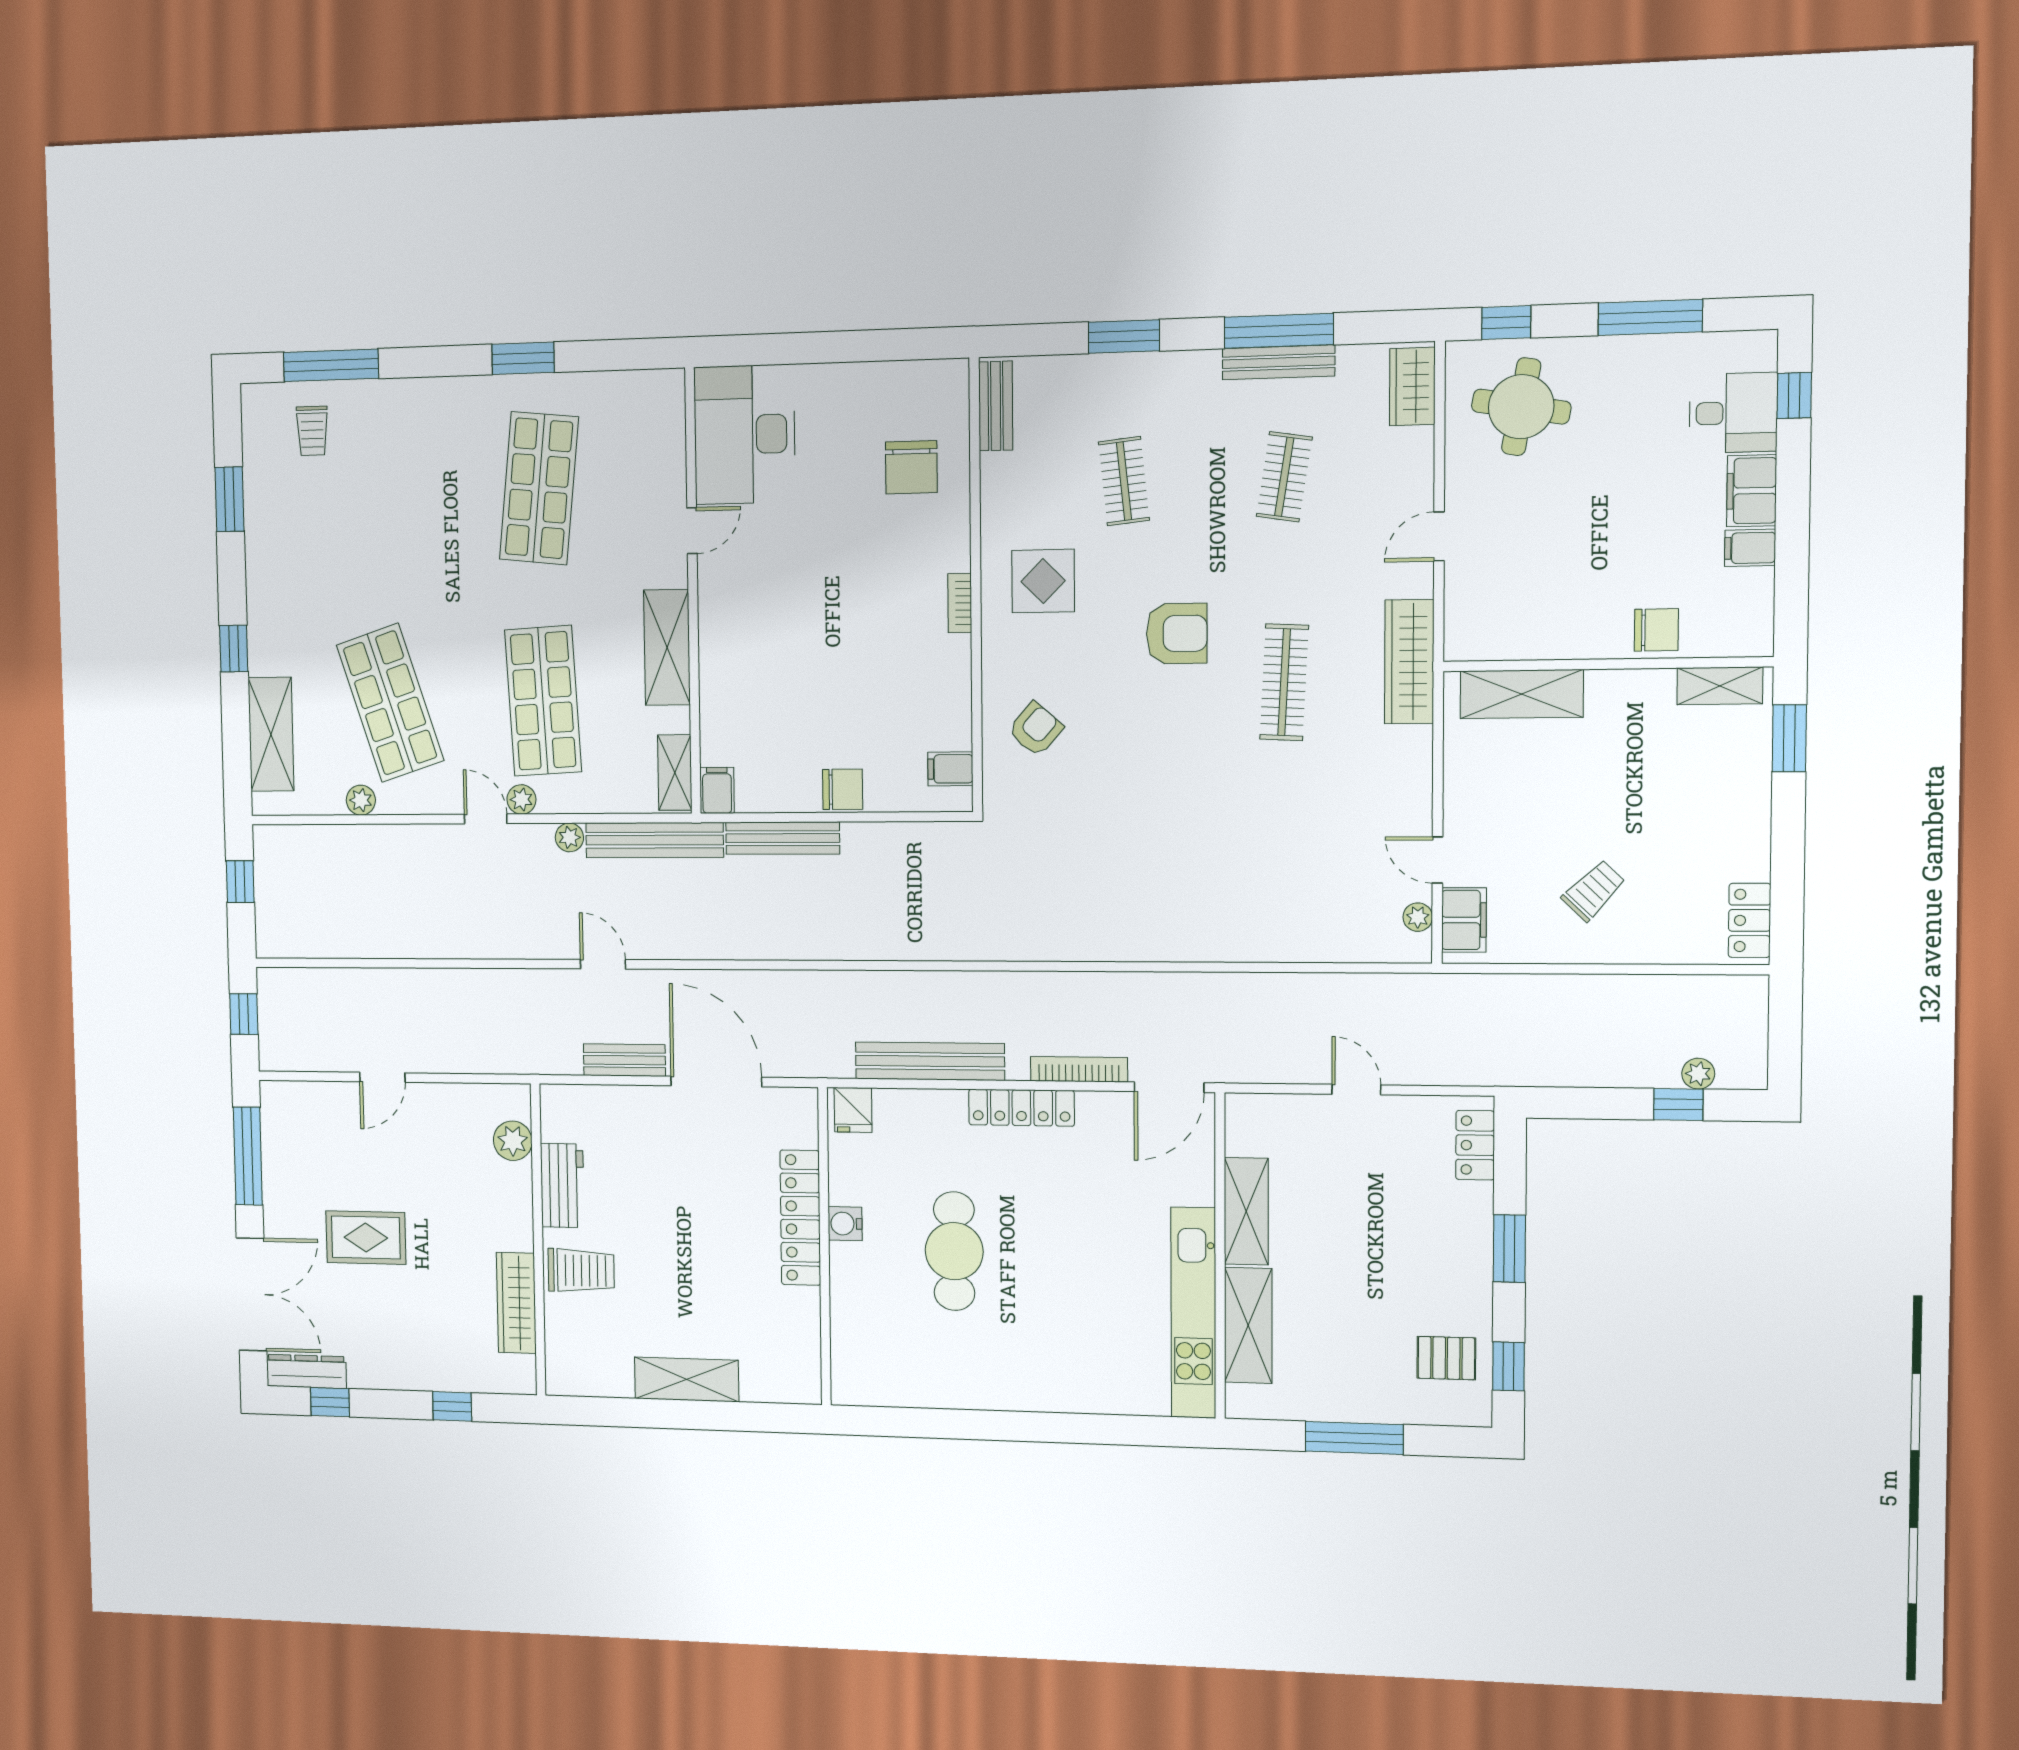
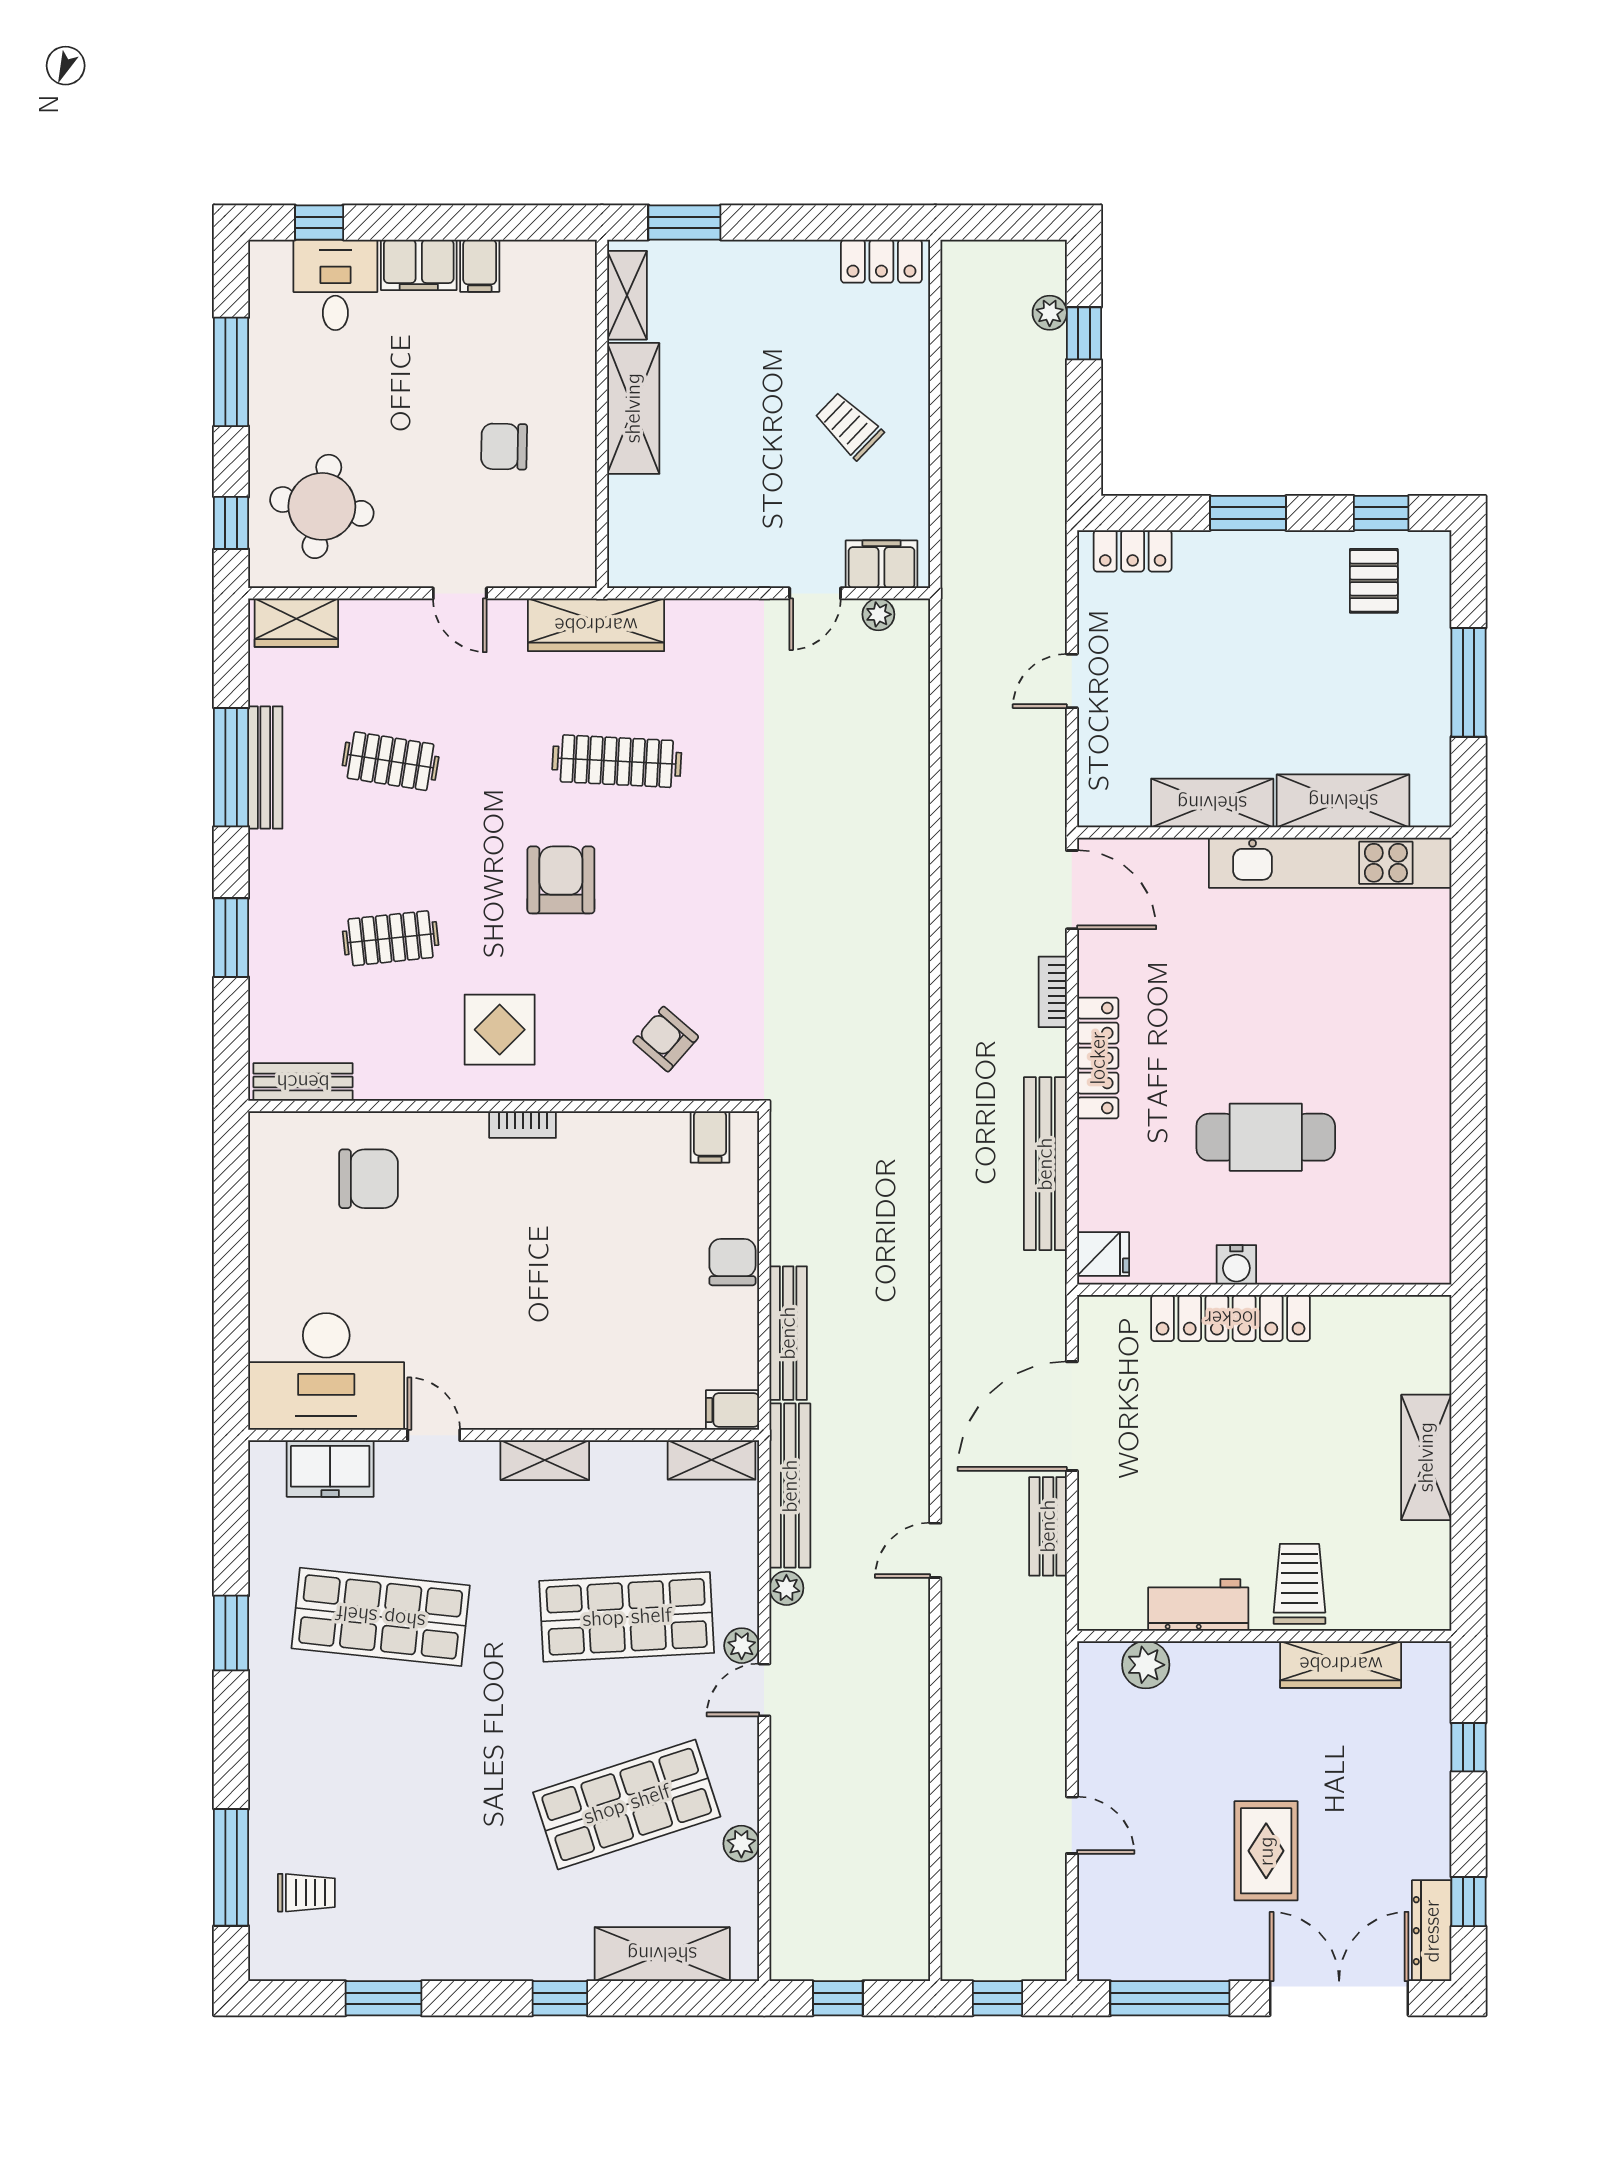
freezer: (662, 441) -> (330, 1469), added
chair: (1656, 630) -> (504, 447), moved, turned -89
shelving: (667, 647) -> (545, 1460), width x0.67, depth x0.75
shelving: (1522, 694) -> (633, 408), moved
bookcase: (1079, 1069) -> (1053, 992), width x0.64

